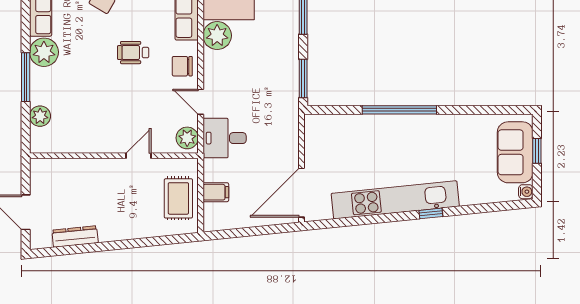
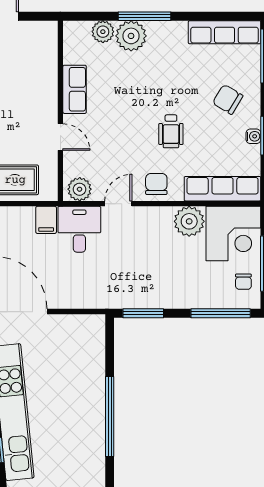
plant: (44, 52) -> (131, 36), moved
wheelchair: (133, 53) -> (171, 131), turned 180
row of seats: (94, 143) -> (75, 89), added
filing cabinet: (216, 192) -> (46, 220), moved

